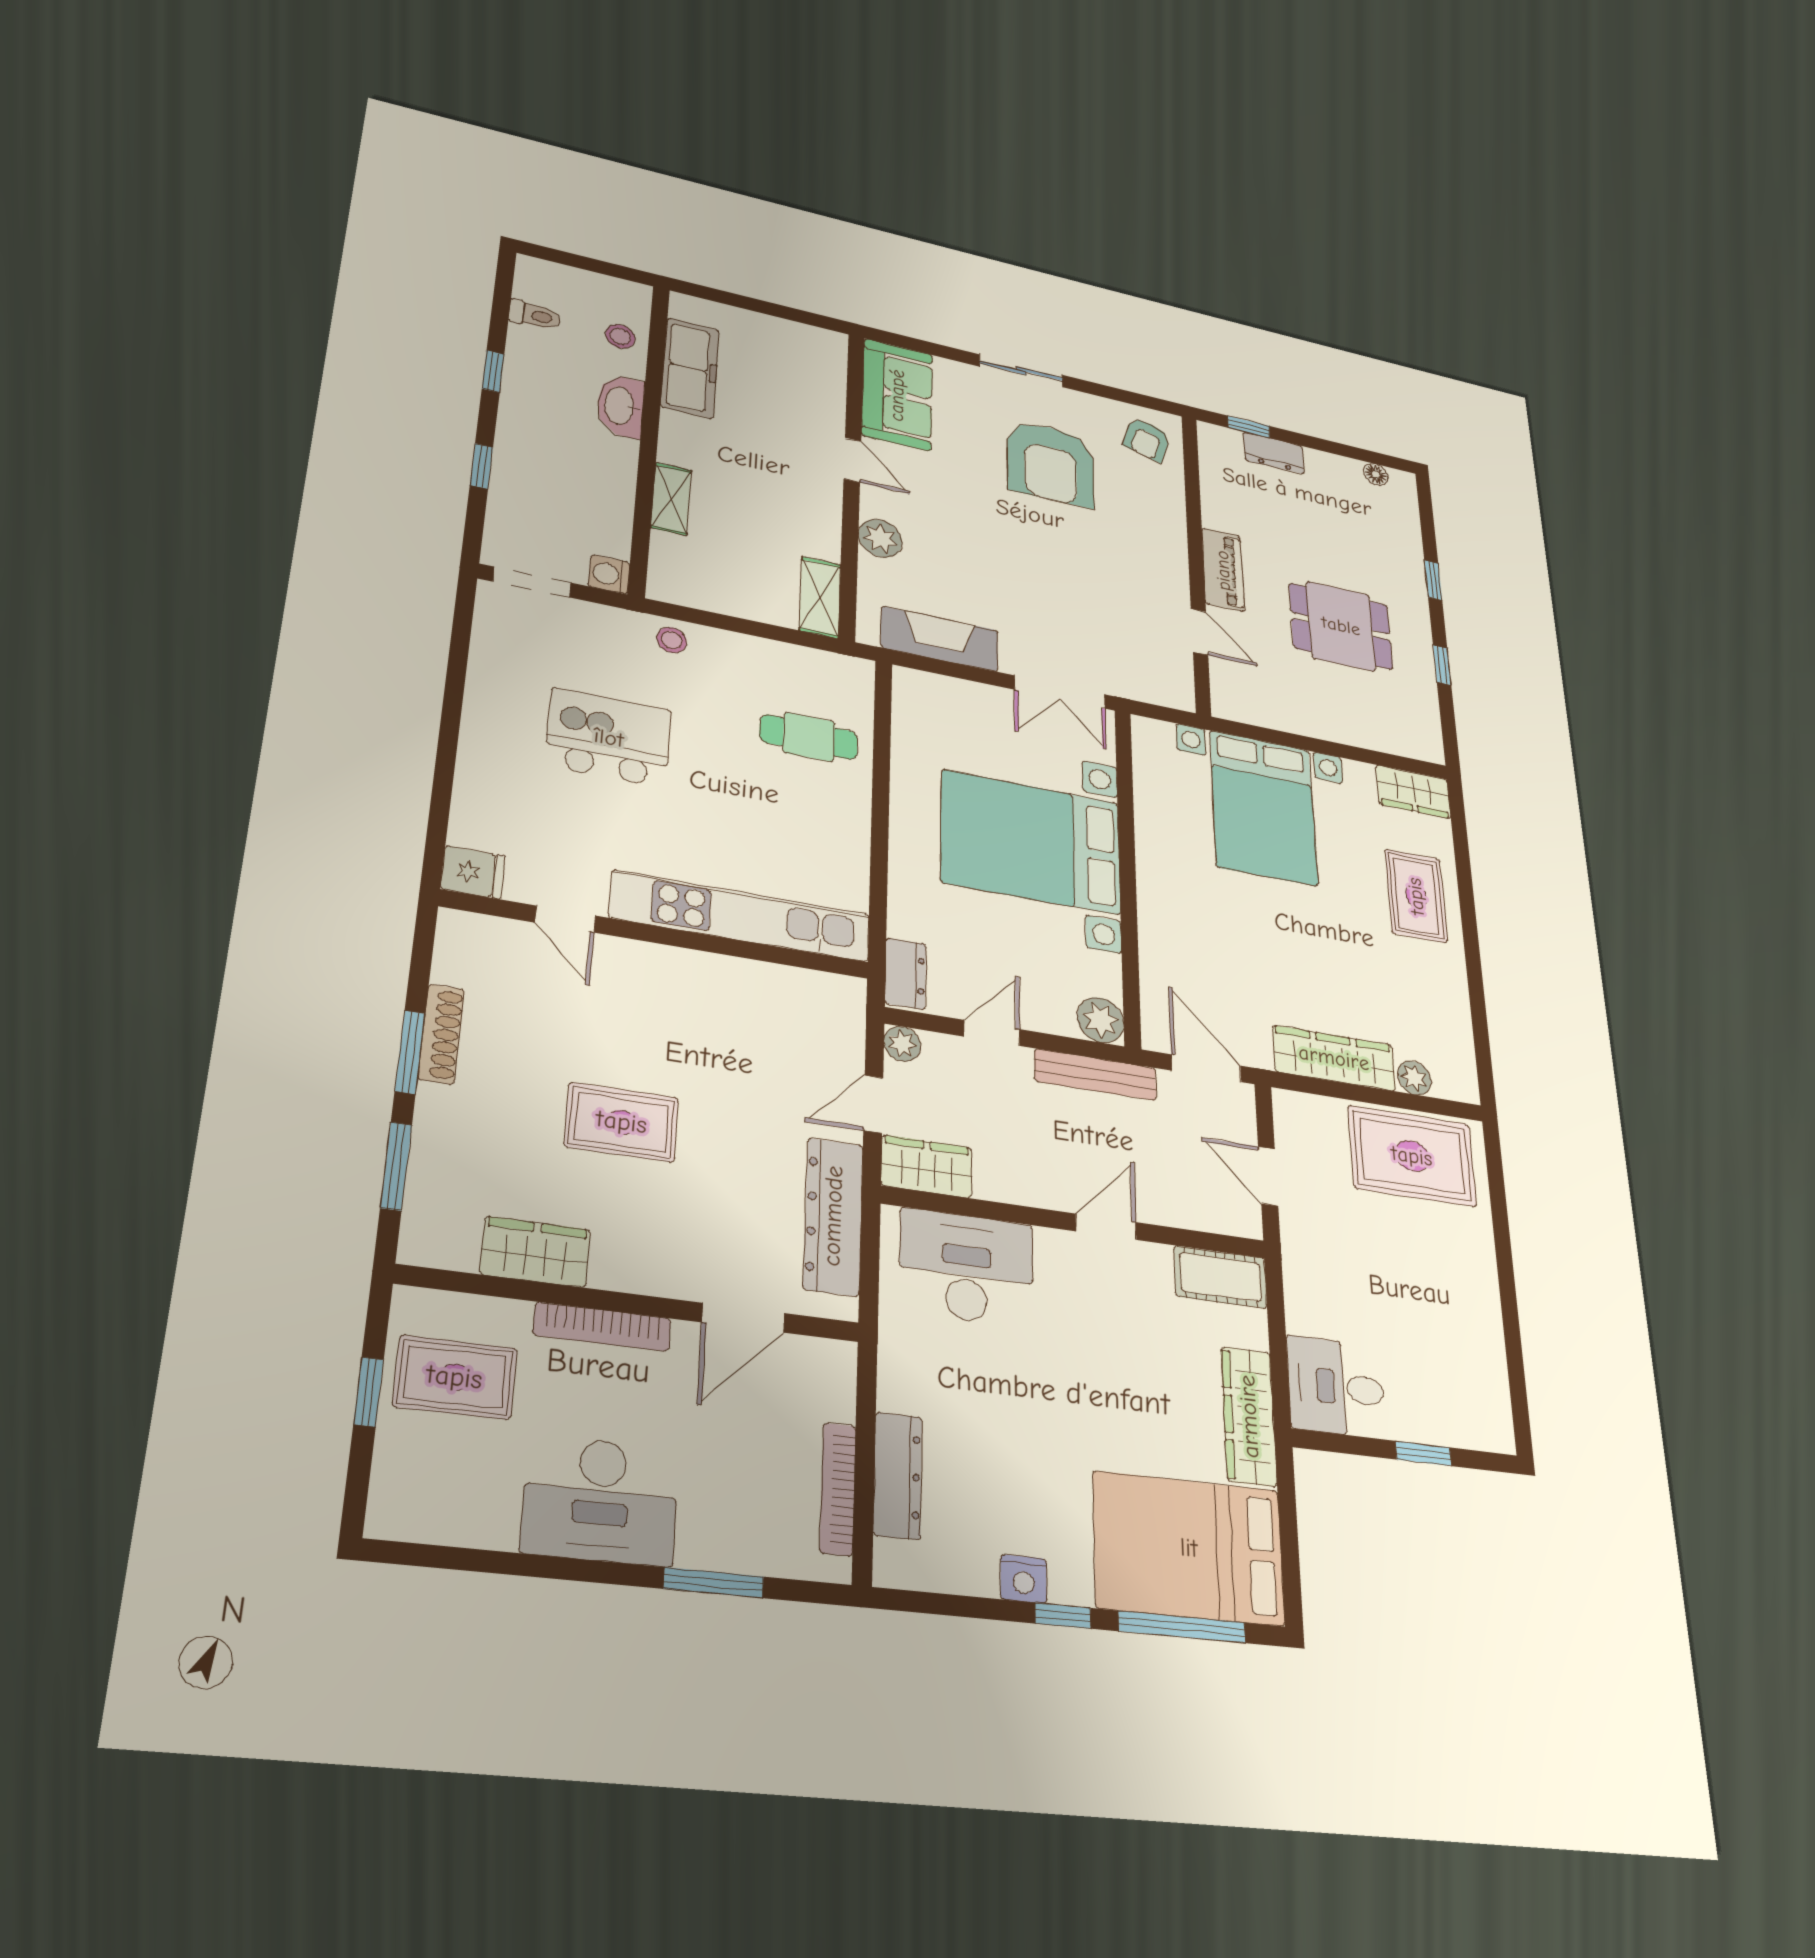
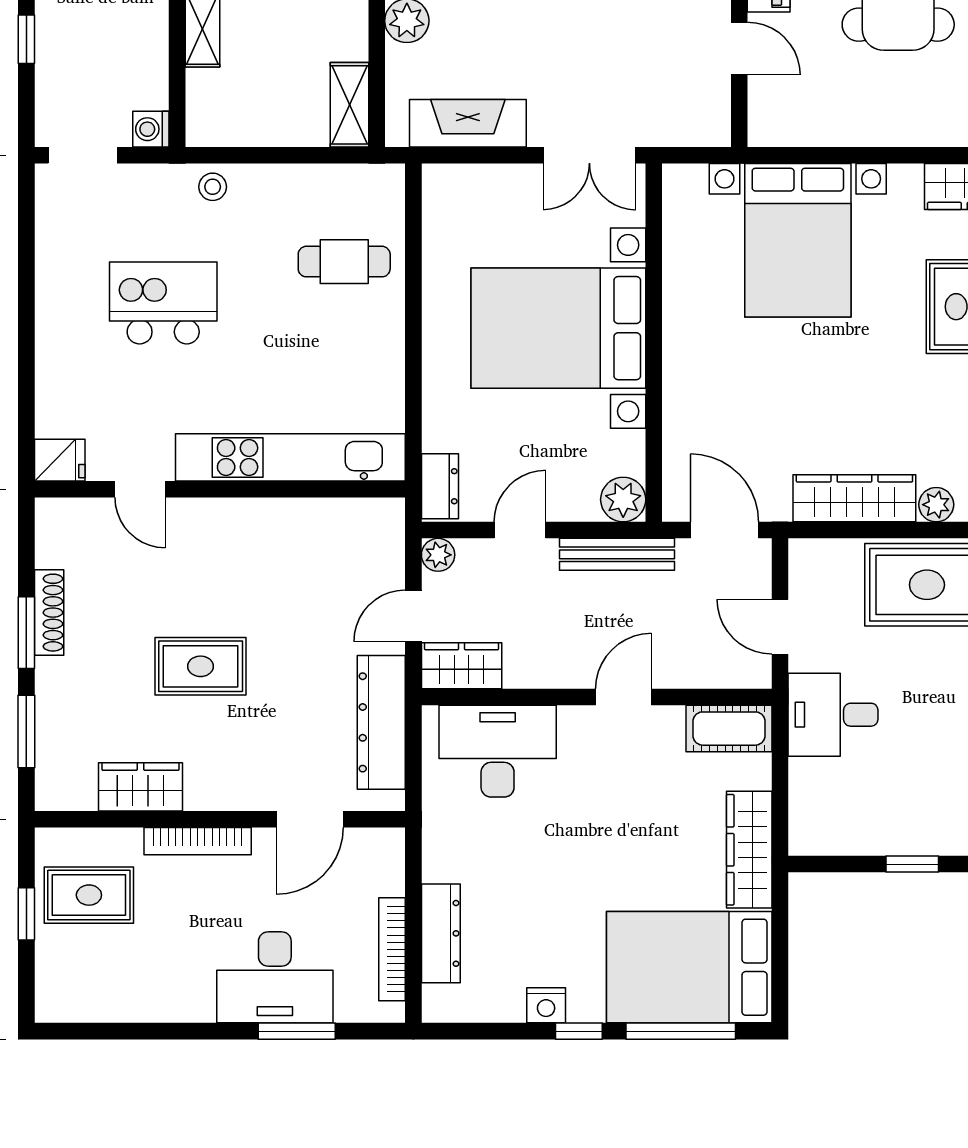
desk: (1336, 1387) -> (833, 715), moved
desk: (601, 1500) -> (275, 977), moved

